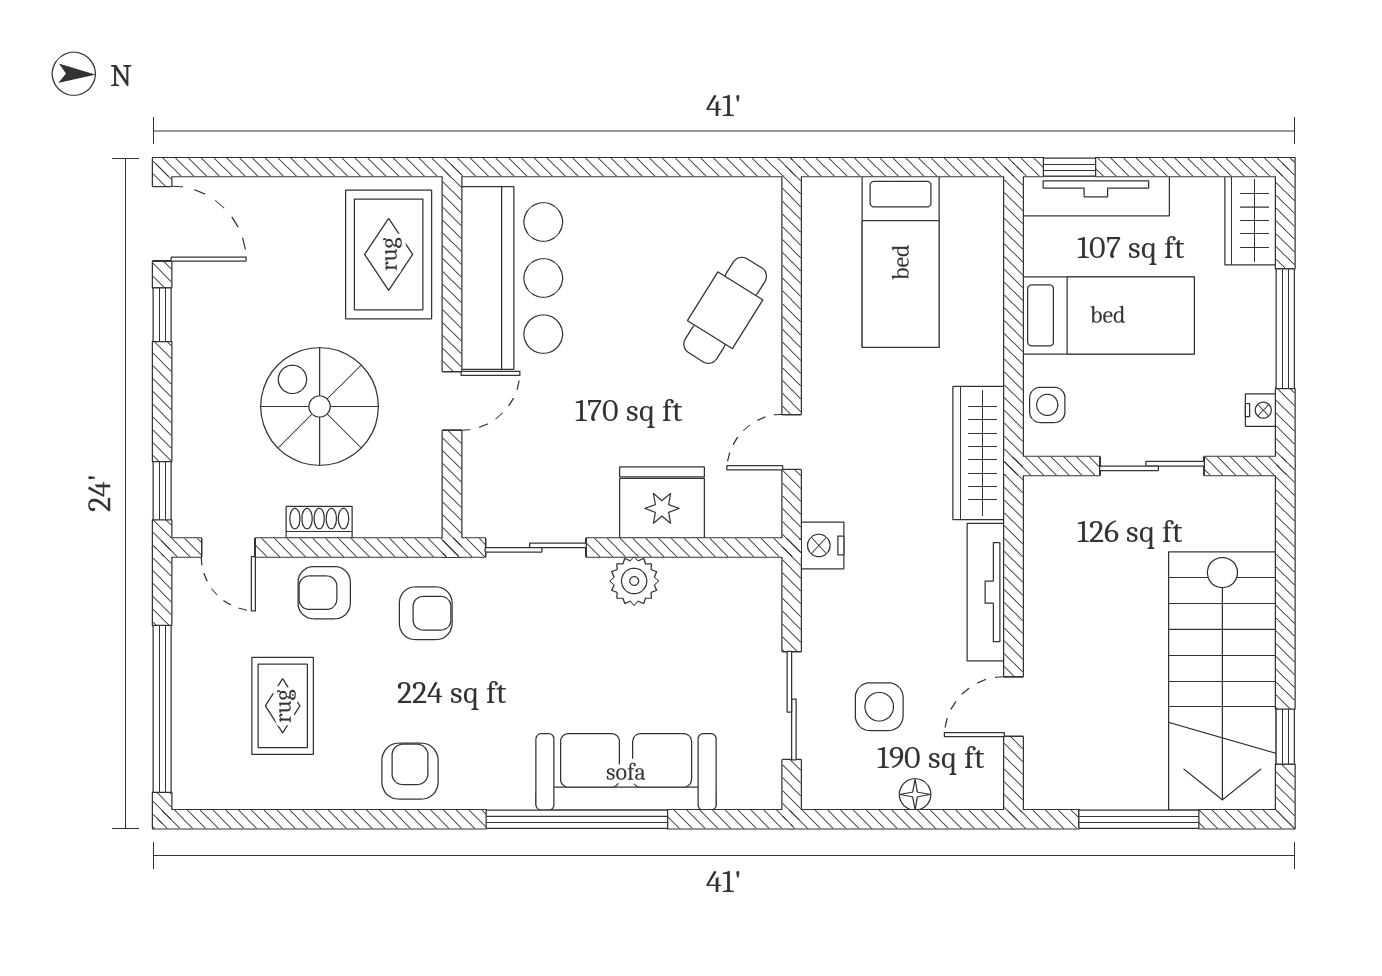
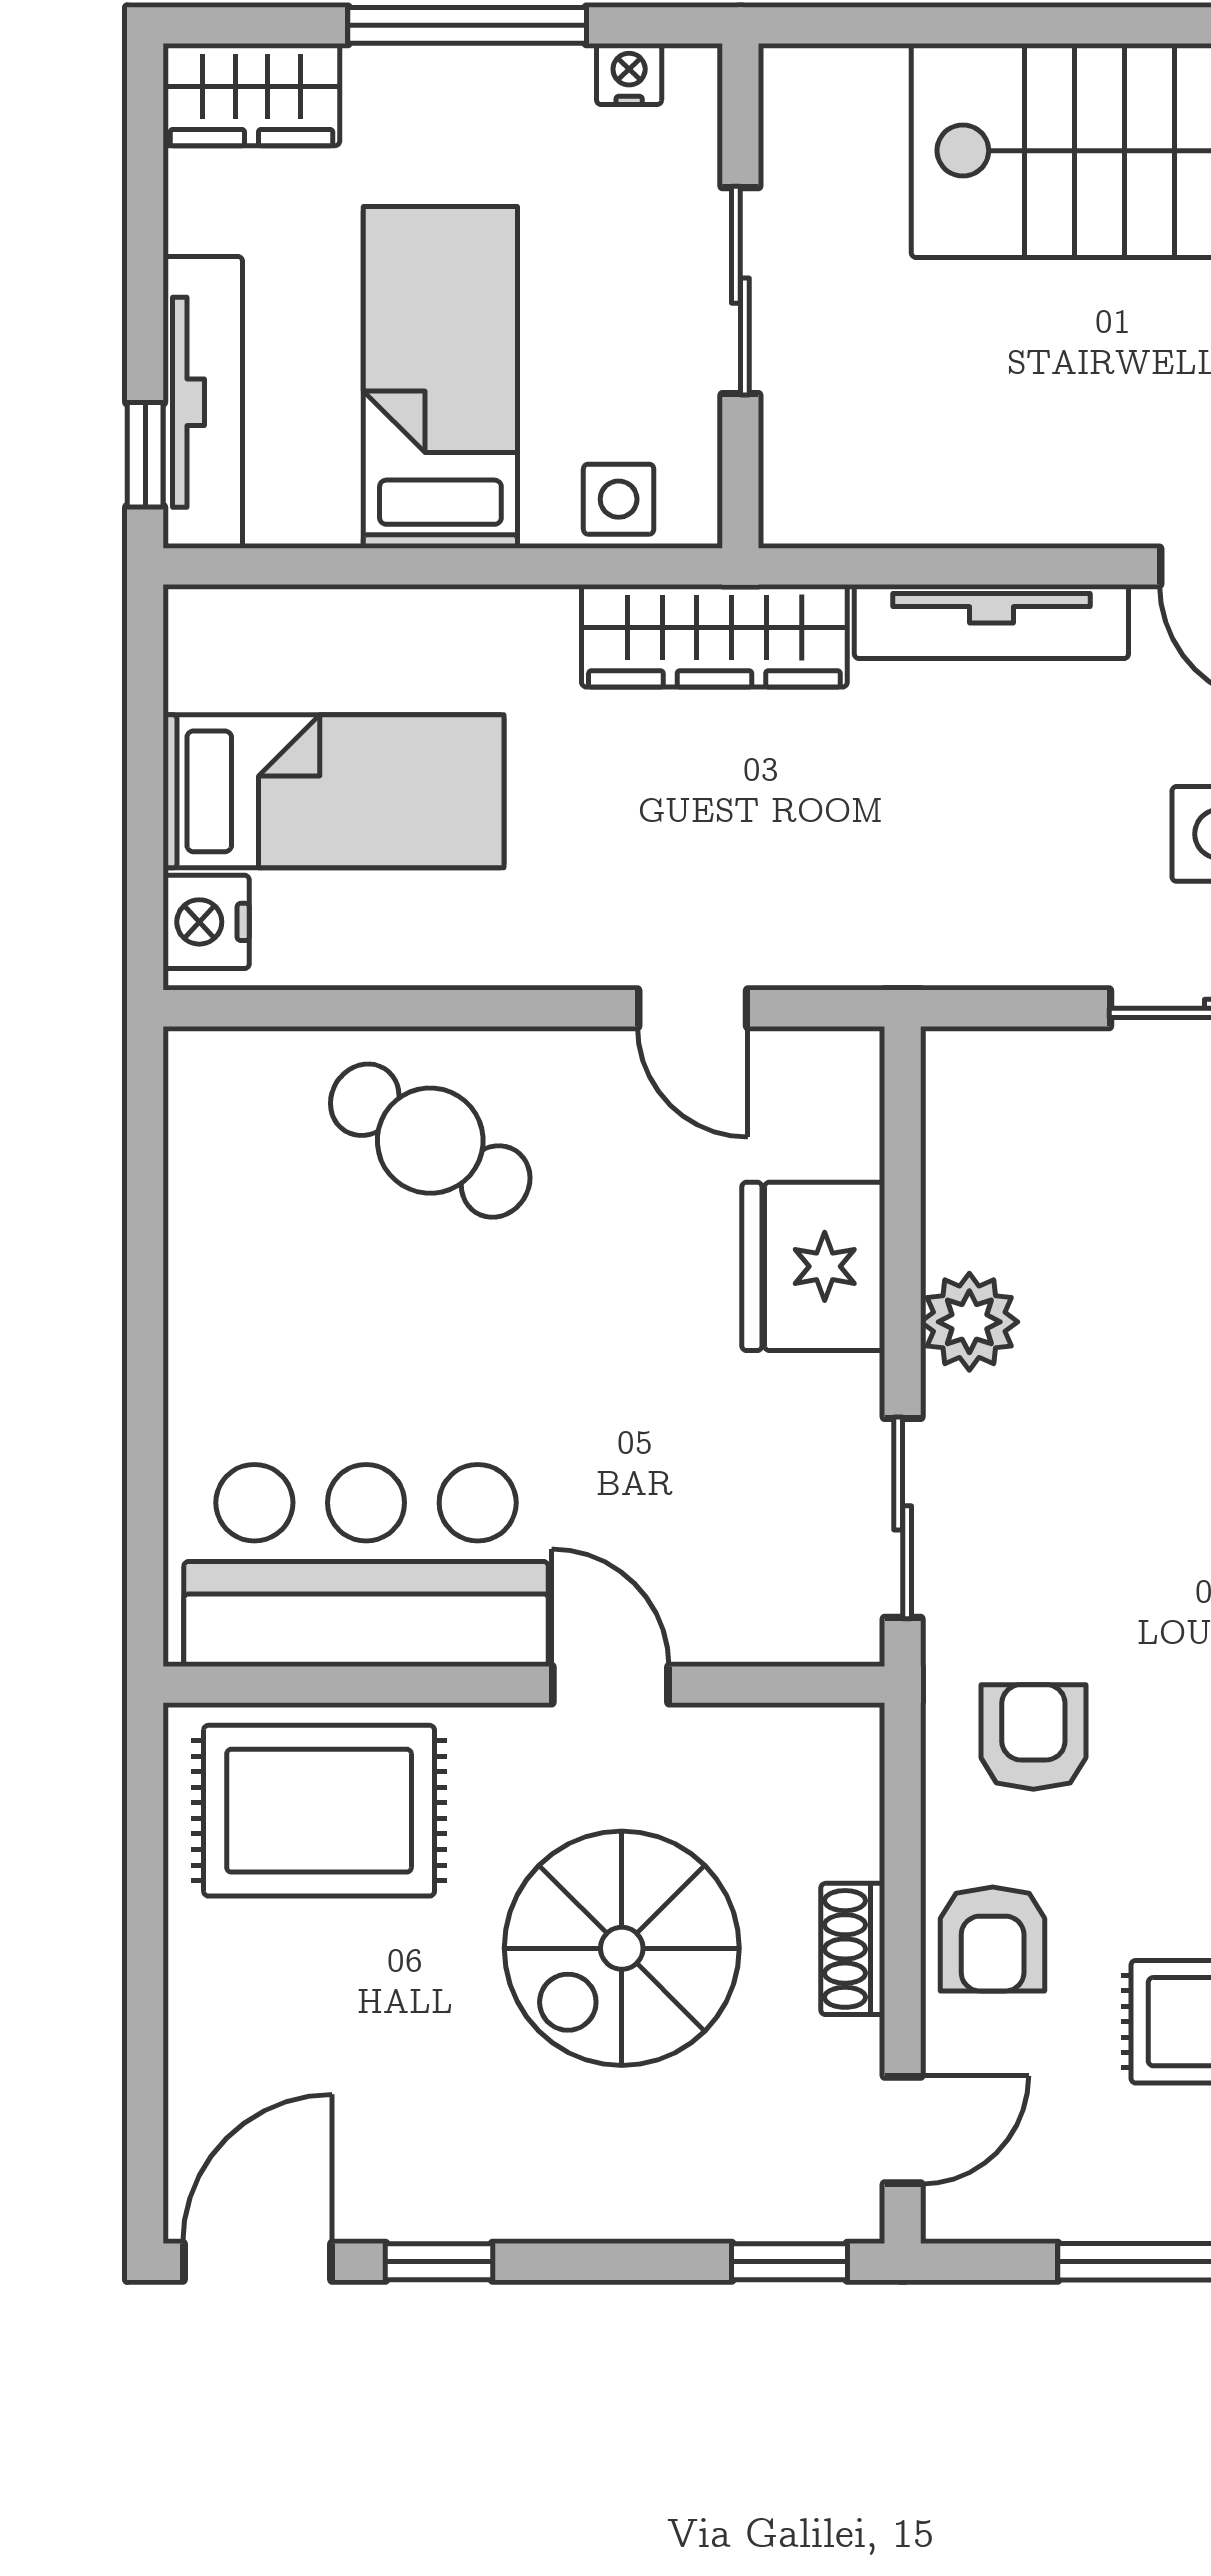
nightstand: (822, 545) -> (206, 922), moved, turned 90

